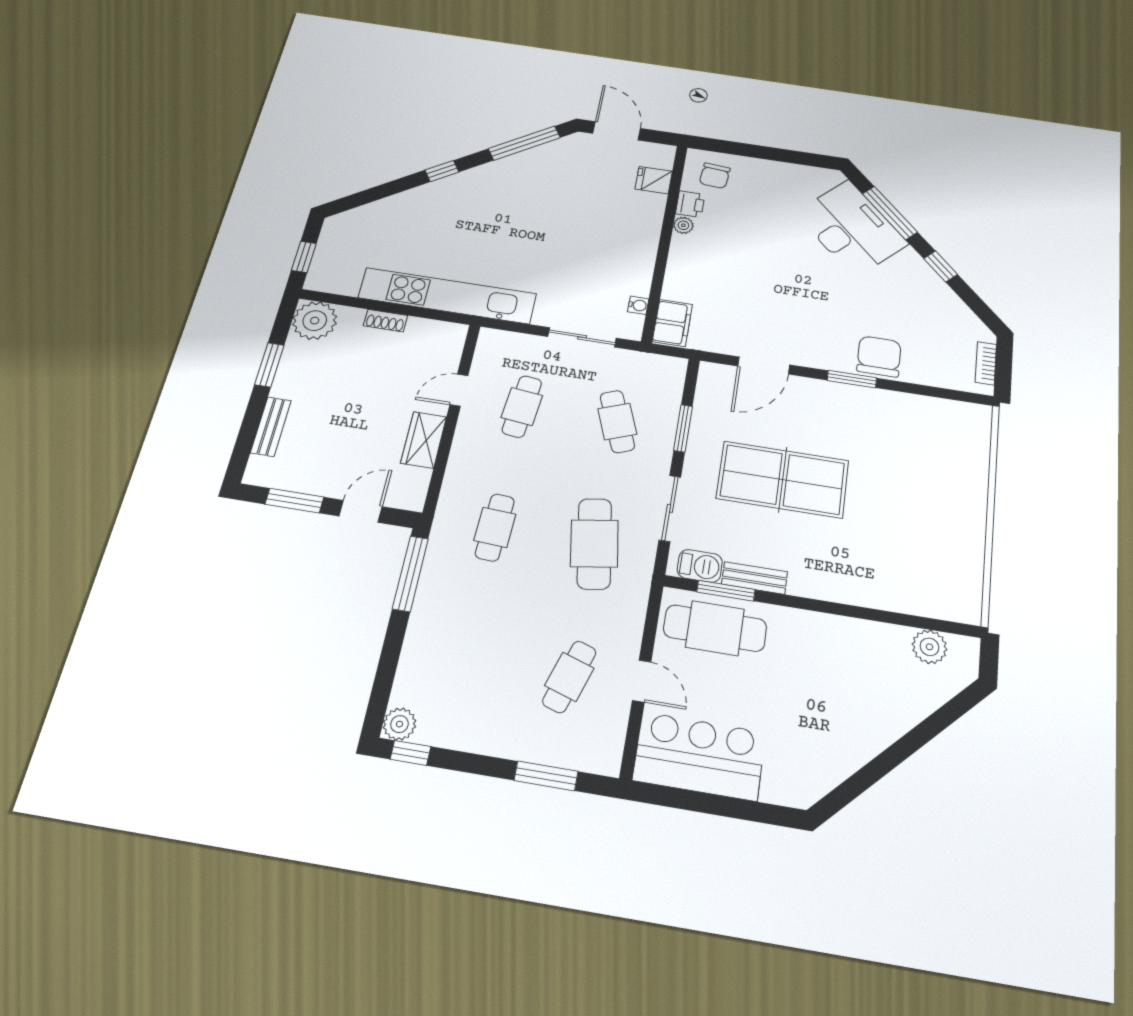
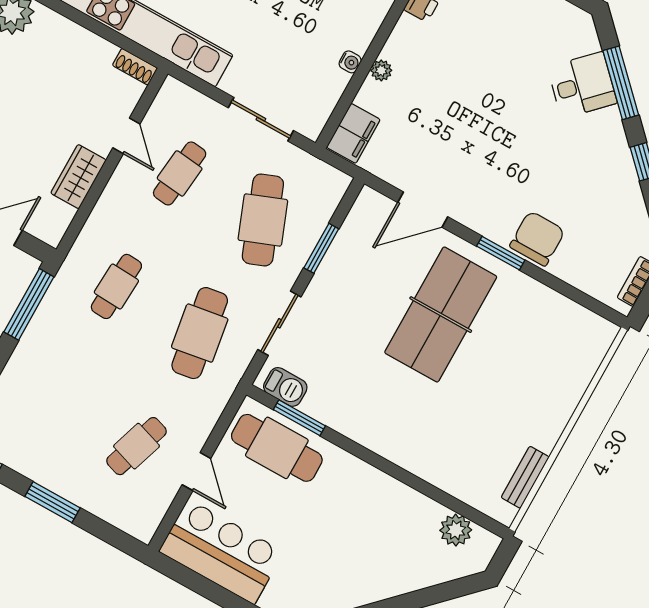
plant: (683, 225) -> (381, 70), moved
desk: (851, 228) -> (582, 85), width x0.53, depth x0.77
water cooler: (638, 305) -> (350, 62), moved
shoe rack: (386, 321) -> (135, 67), moved
door: (459, 390) -> (126, 136), swing flipped
cafe table: (617, 421) -> (263, 220), width x1.37, depth x1.35
table tennis table: (783, 479) -> (441, 315), moved, turned 90
bench: (755, 578) -> (525, 477), moved, turned 90
window: (546, 776) -> (53, 502), moved

